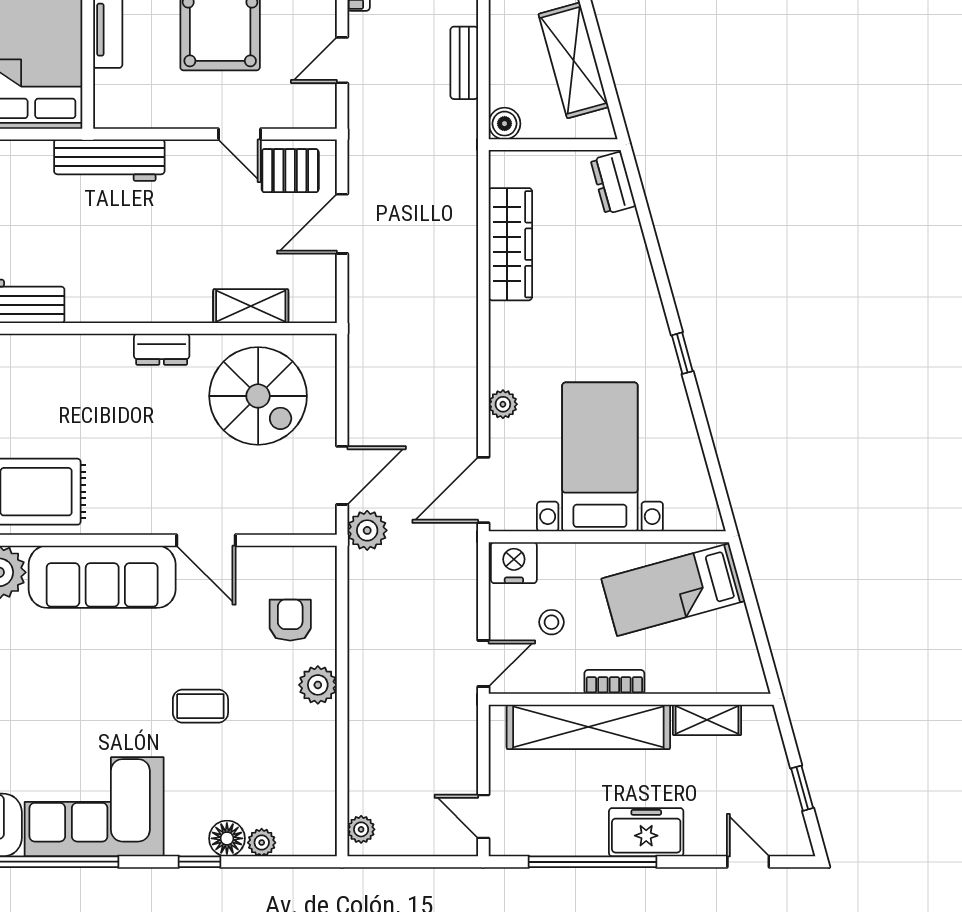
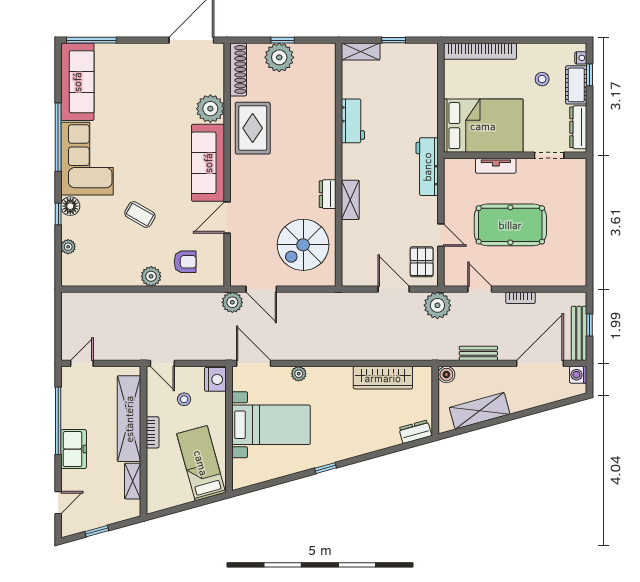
door: (239, 134) -> (441, 235), swing flipped
shelving: (251, 306) -> (350, 200), moved
coffee table: (200, 706) -> (140, 215), turned -60
plant: (361, 829) -> (437, 305), moved, width x1.87, depth x1.87
floor lamp: (227, 838) -> (70, 206), moved

